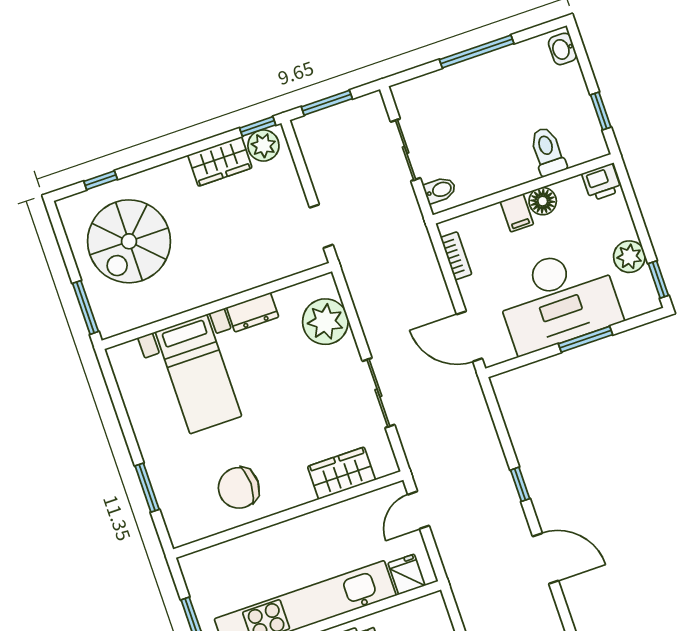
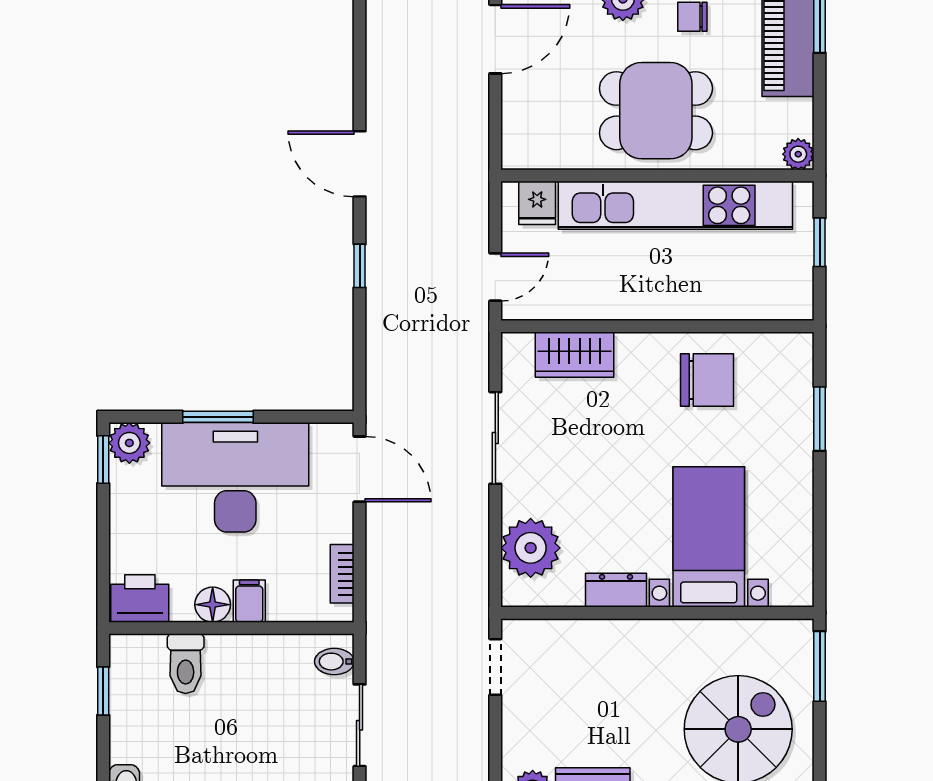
printer: (602, 182) -> (140, 598), width x1.36, depth x1.24
plant: (629, 257) -> (129, 443), moved

